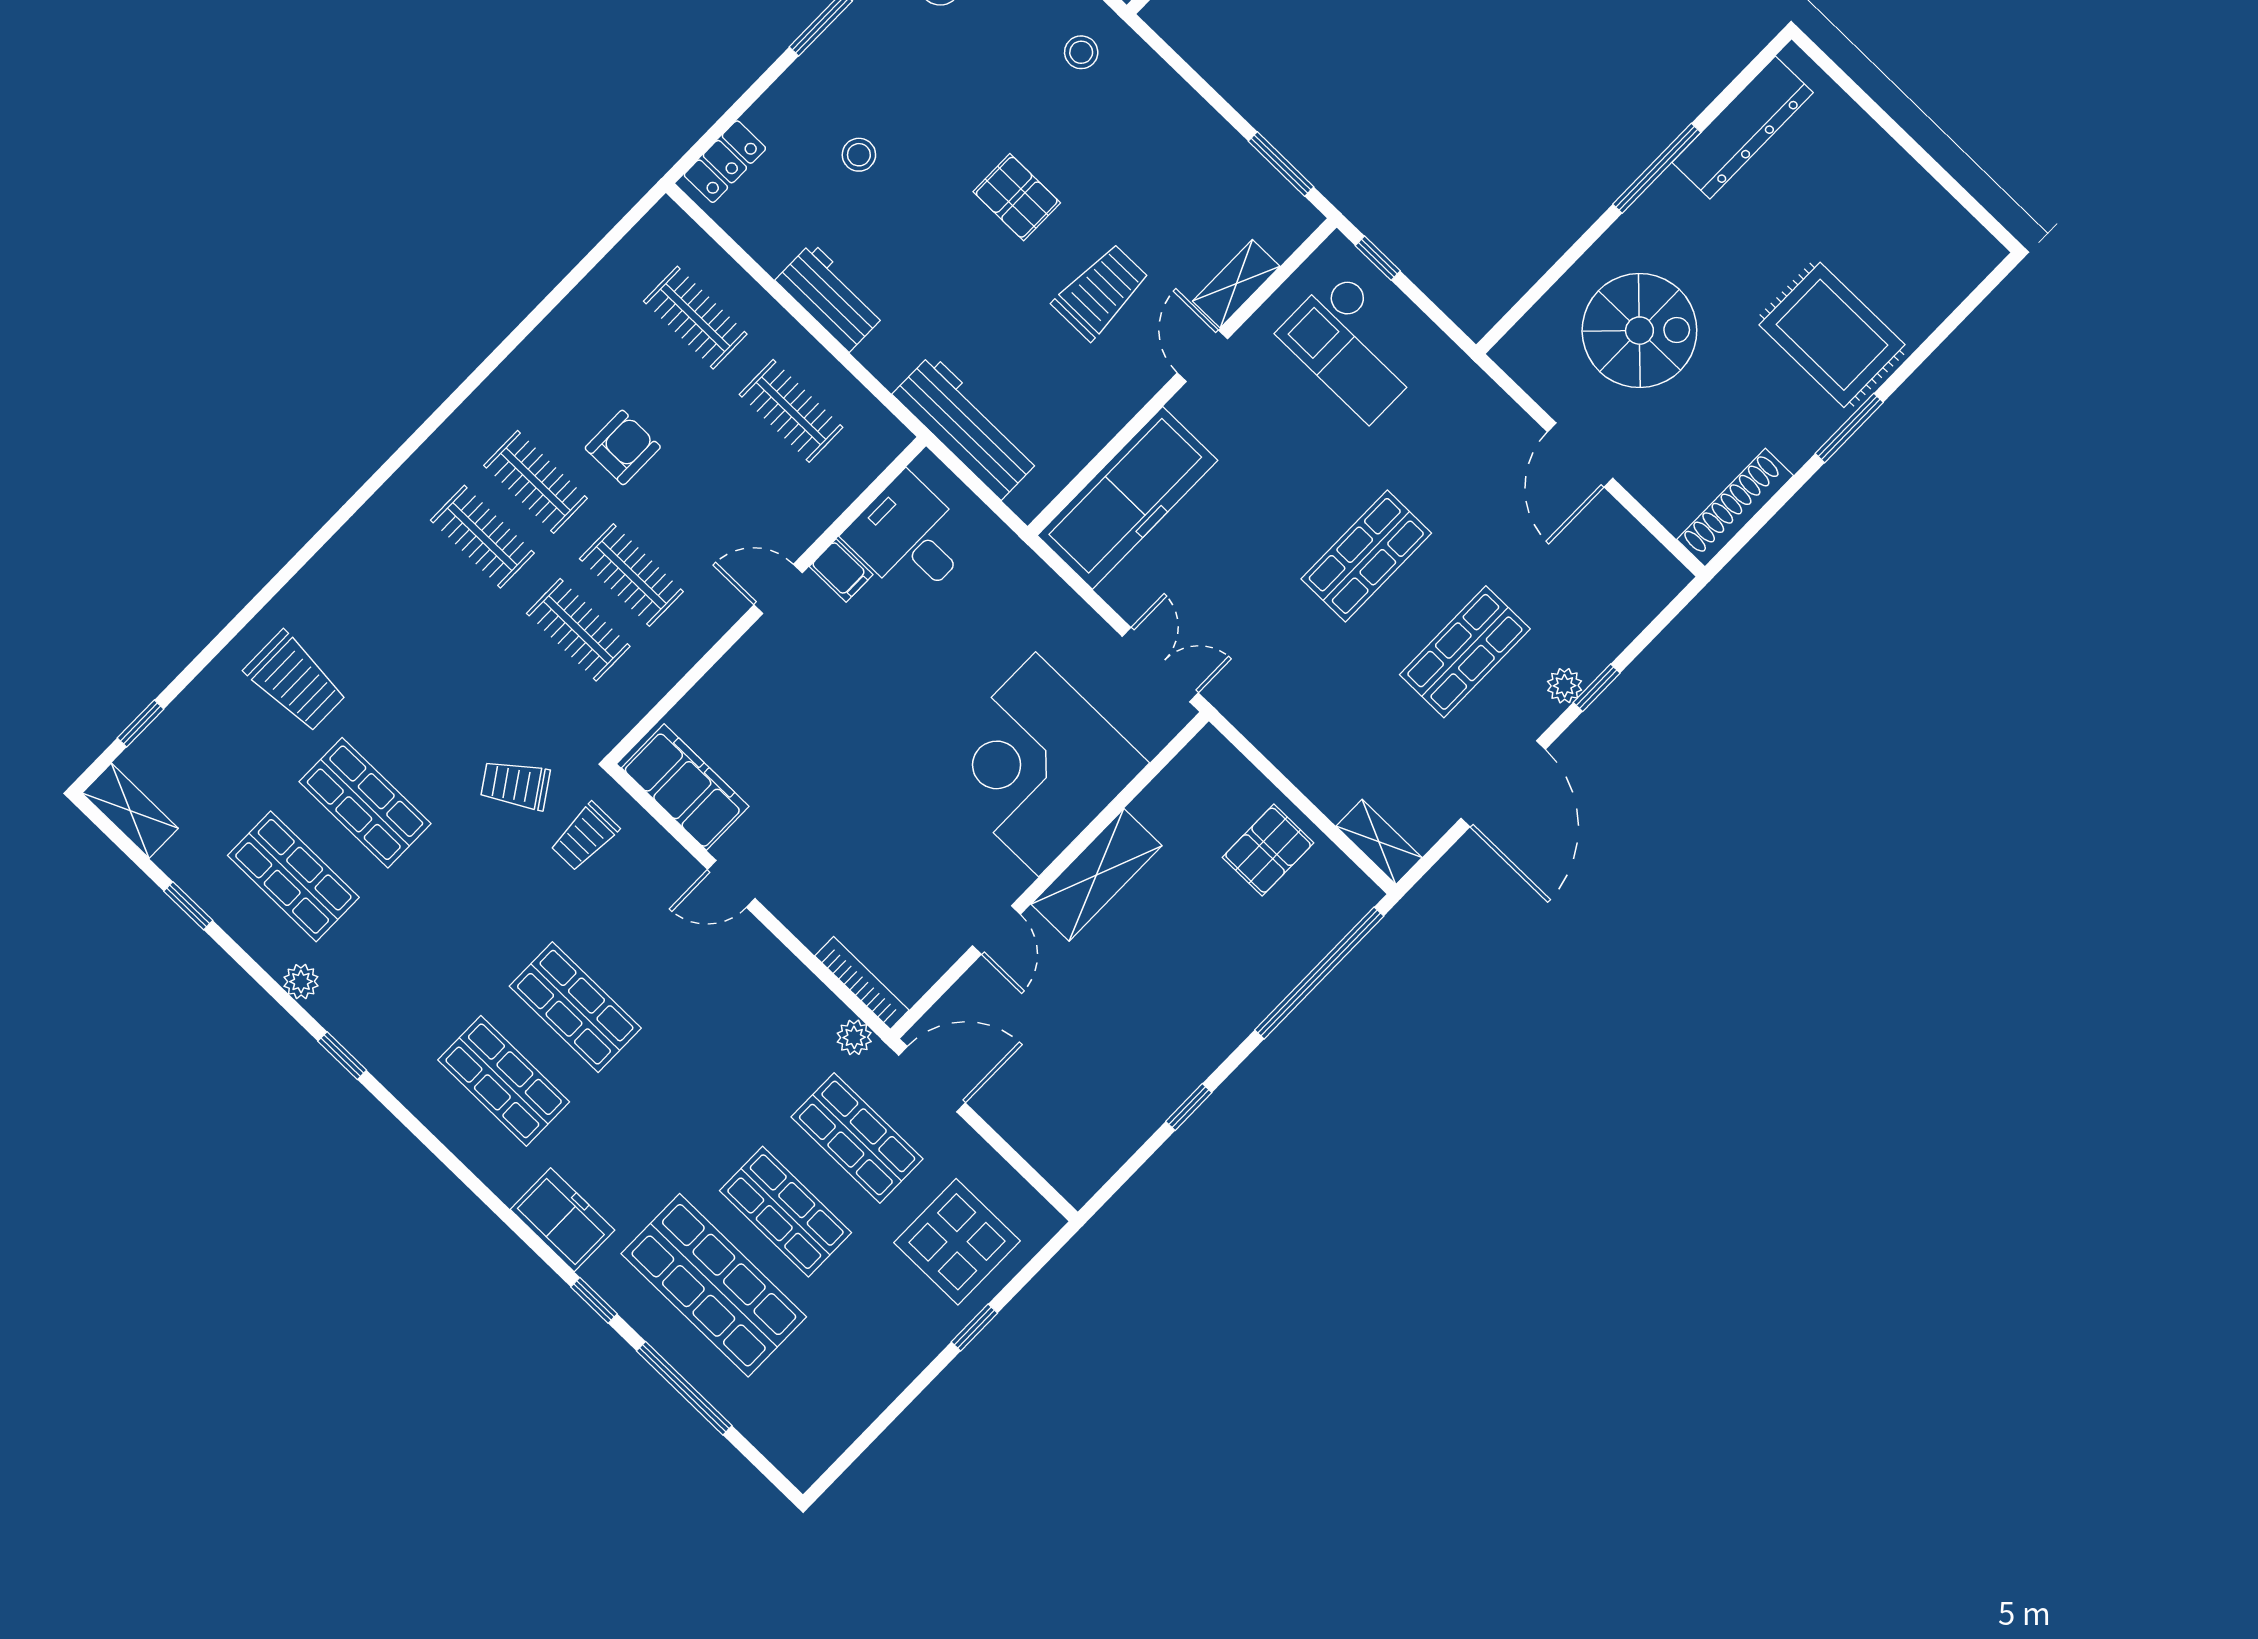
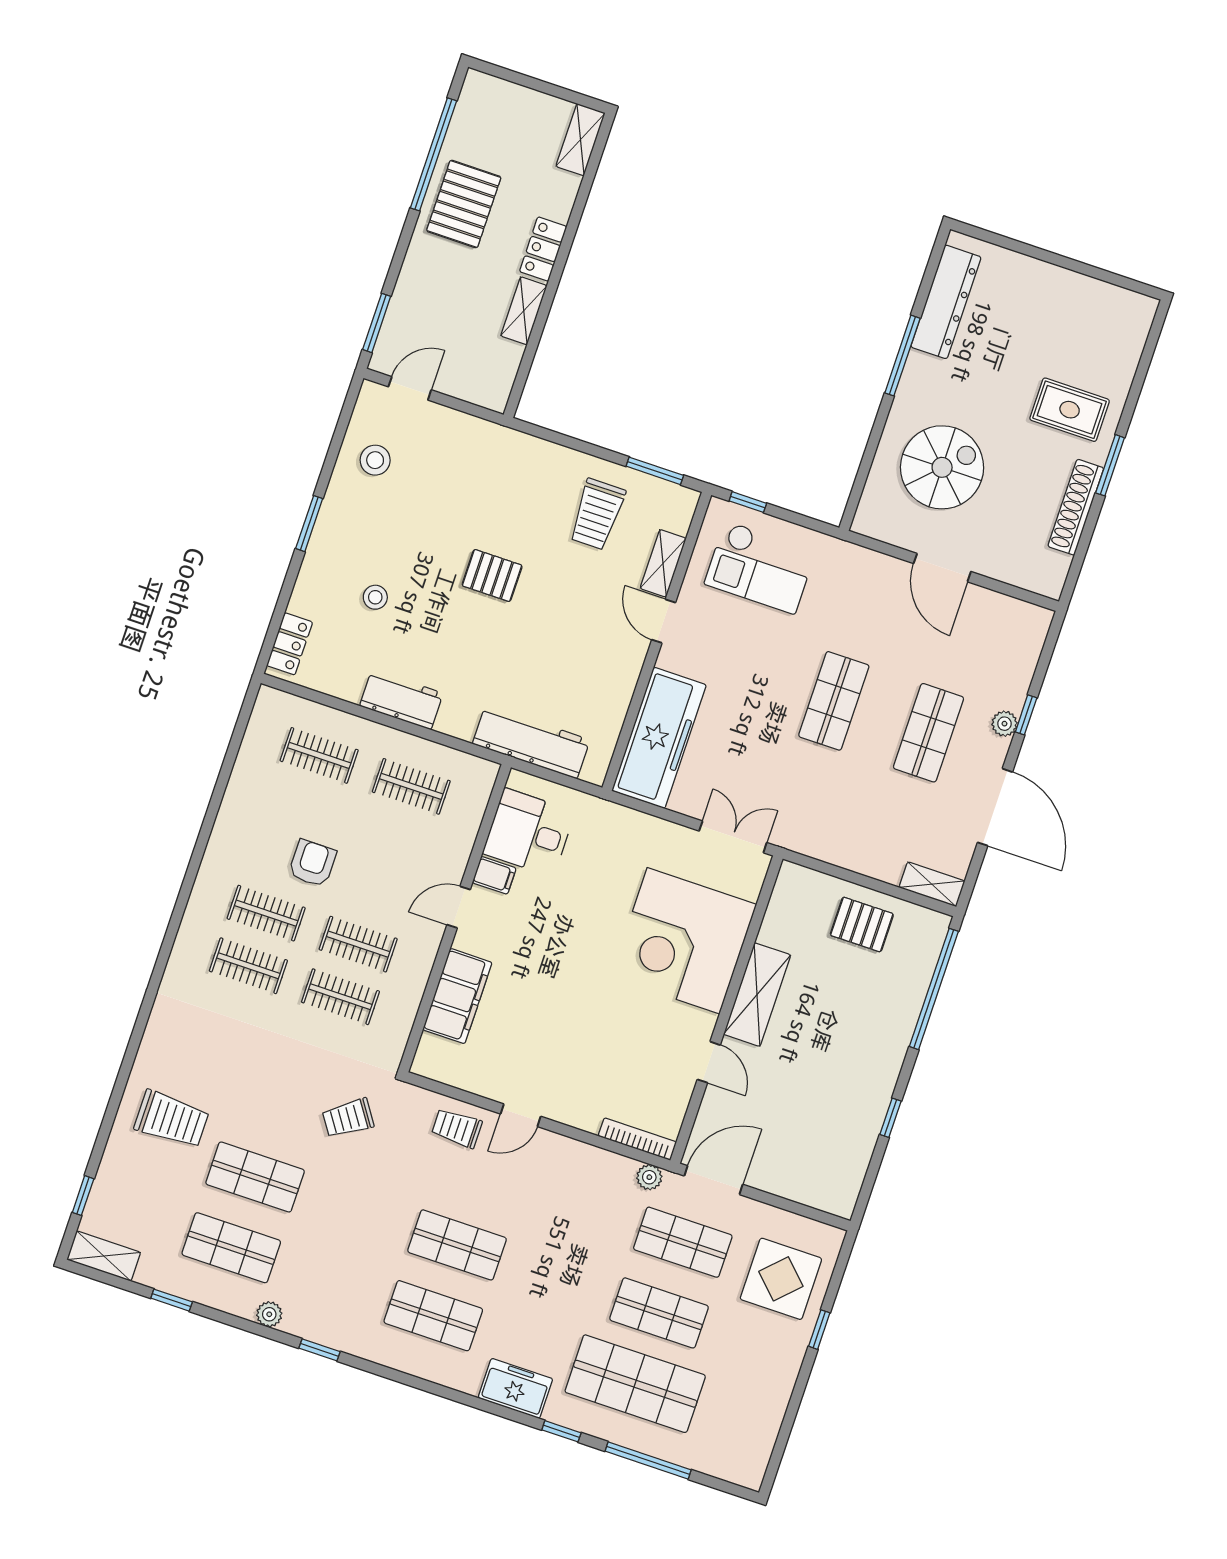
stool: (1081, 52) -> (489, 460), removed
trolley: (1101, 292) -> (597, 514), moved, turned 180
rug: (1832, 335) -> (1070, 410), width x0.73, depth x0.70
shoe rack: (1735, 508) -> (1076, 507), moved
filing cabinet: (685, 787) -> (457, 996), moved, turned 90
trolley: (585, 837) -> (457, 1128), moved, turned 90
pallet: (1268, 850) -> (862, 924), turned 90

